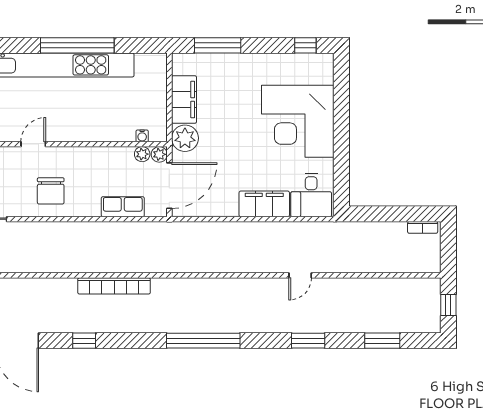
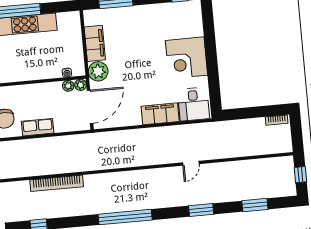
corner desk: (298, 121) -> (186, 58), width x0.74, depth x0.74
row of seats: (123, 207) -> (38, 127), moved

